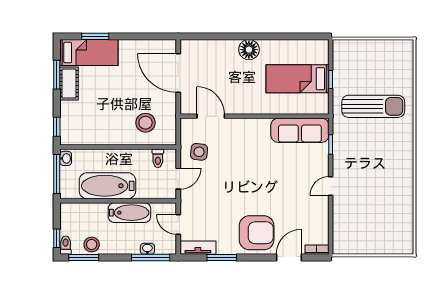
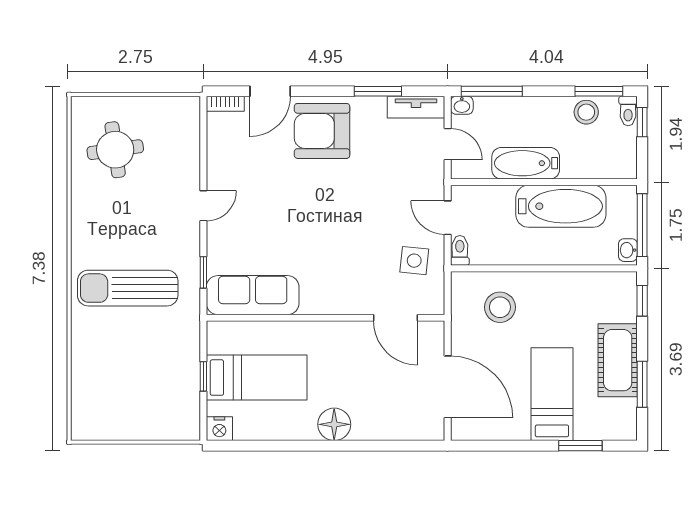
nightstand: (321, 47) -> (219, 429), added
bed: (89, 52) -> (552, 394), moved, turned 90
cot: (69, 83) -> (618, 360), width x1.37, depth x1.34
sun lounger: (373, 106) -> (128, 288), moved
toilet: (158, 158) -> (460, 250), moved
door: (178, 179) -> (448, 218), hinge flipped
round table: (386, 221) -> (115, 150), added
washbasin: (147, 249) -> (462, 105), moved

